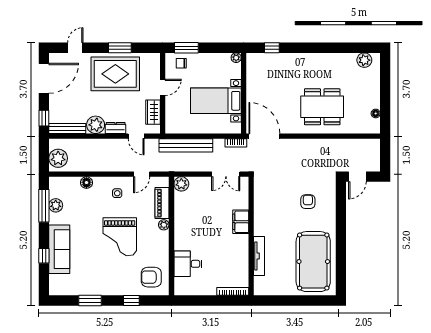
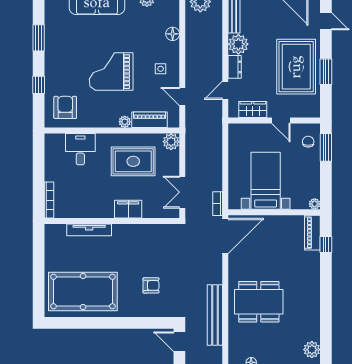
piano: (261, 60) -> (312, 233), added
dining table: (322, 107) -> (259, 302), turned 90
bench: (186, 145) -> (215, 315), moved
rug: (199, 217) -> (133, 161), added

